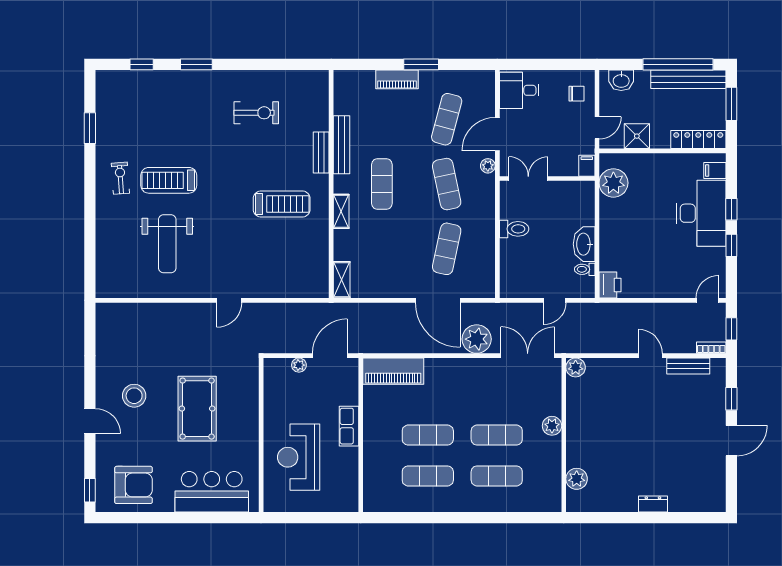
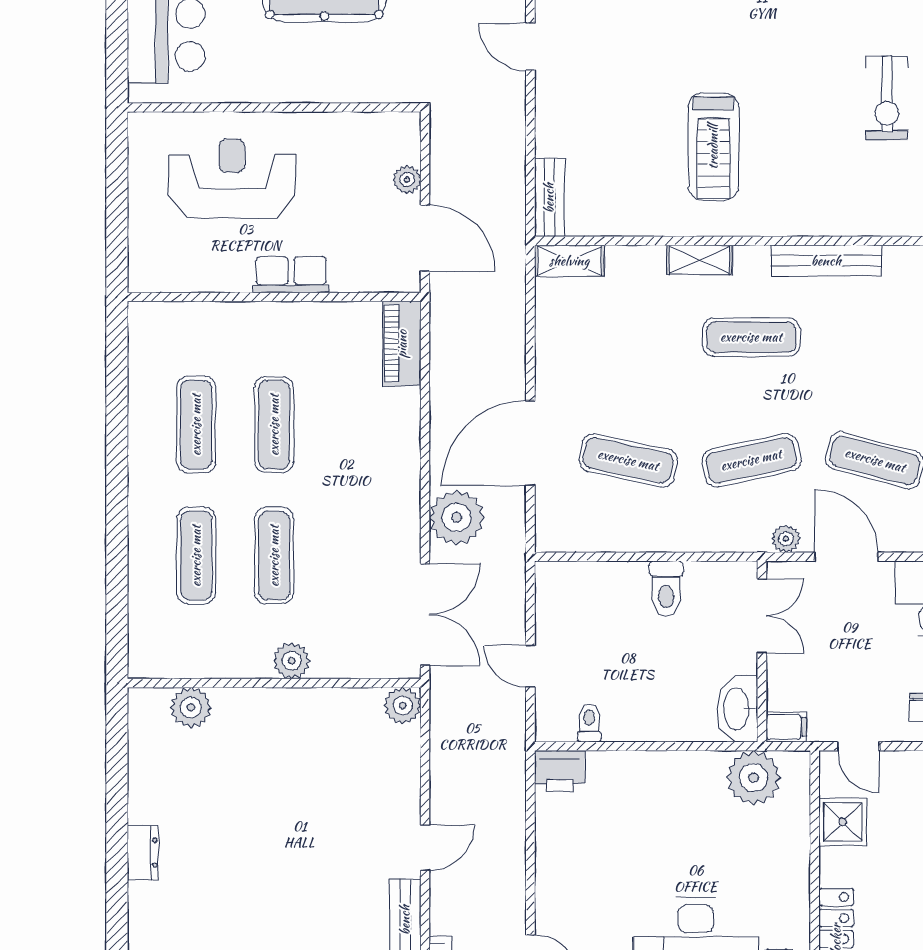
bench: (321, 153) -> (549, 198), moved, turned 90
washbasin: (584, 244) -> (737, 709), moved, turned -90
piano: (393, 371) -> (402, 344), width x0.73, depth x0.75

